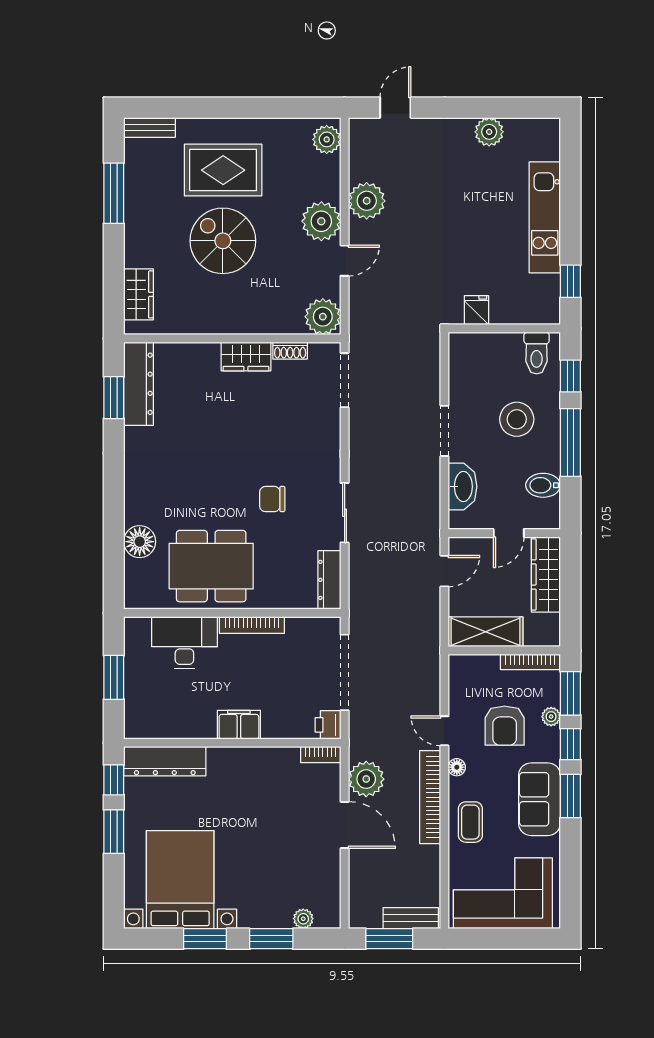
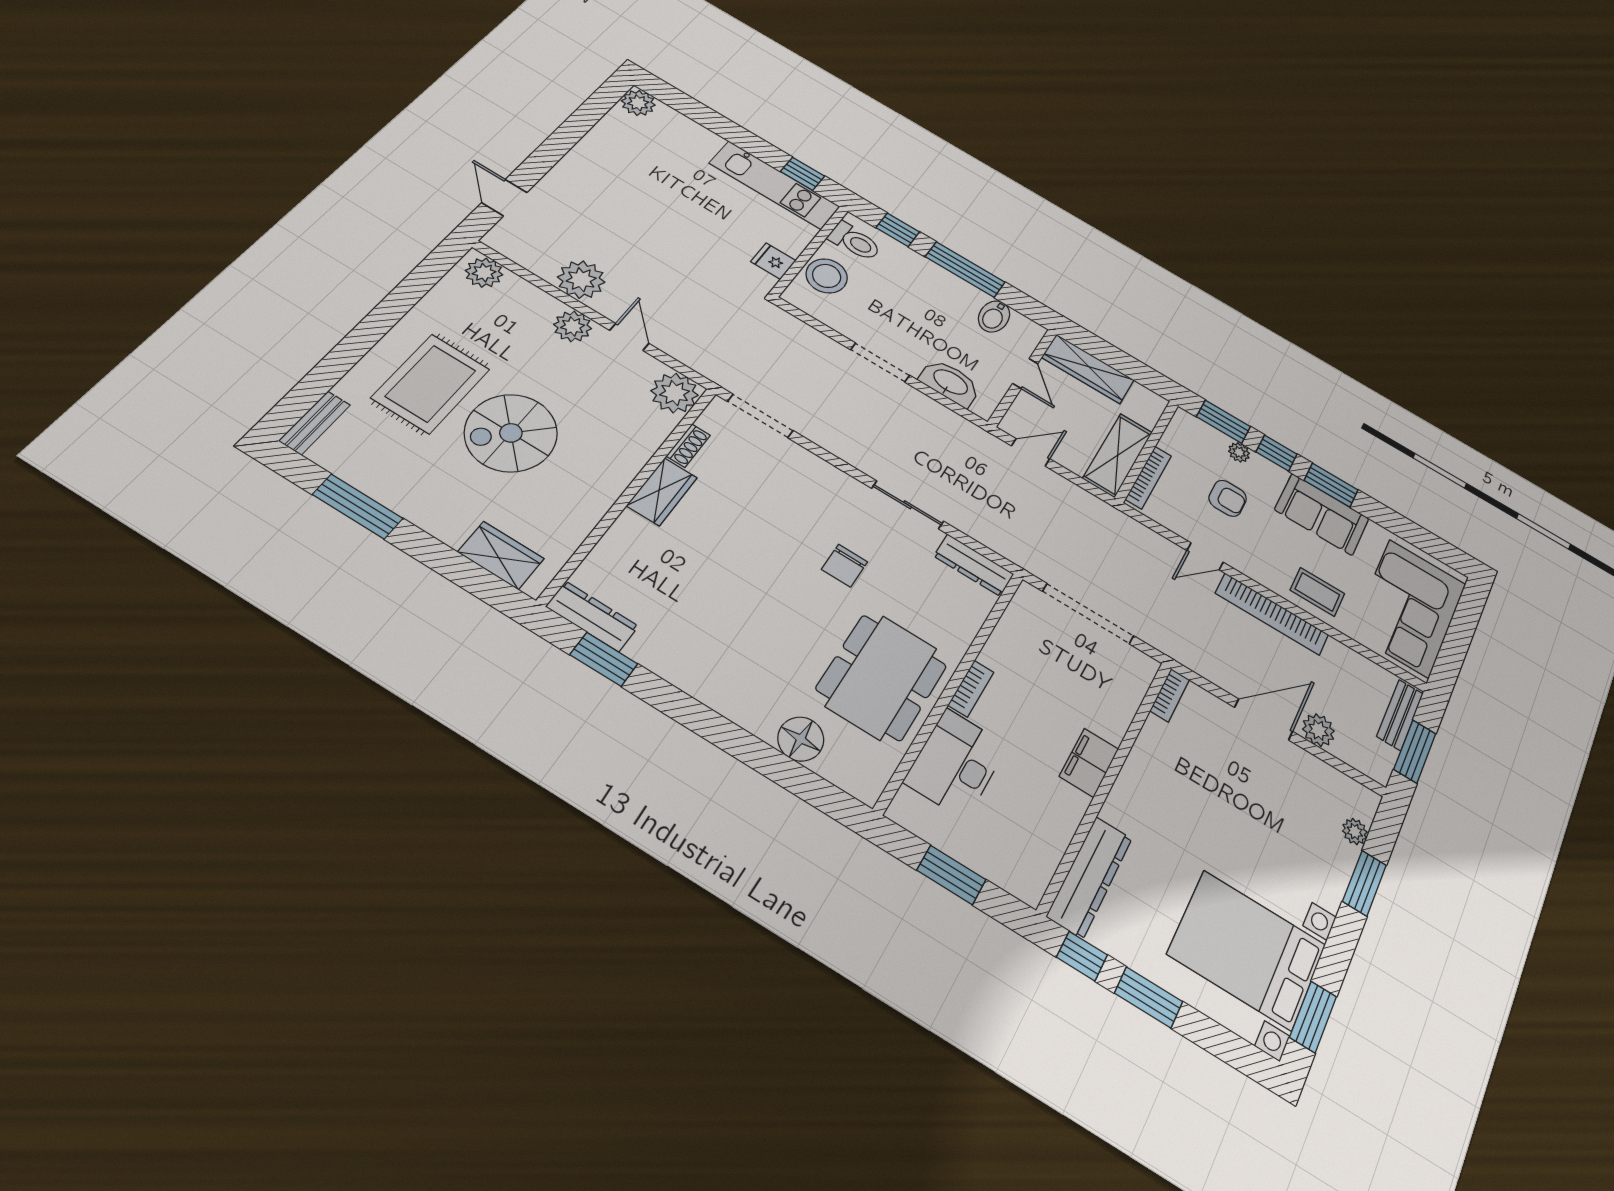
plant: (489, 132) -> (638, 103), moved
kitchen unit: (545, 217) -> (775, 185), moved
plant: (321, 221) -> (573, 326), width x0.73, depth x0.73
dresser: (139, 384) -> (592, 616), width x0.73, depth x0.80
stool: (517, 419) -> (827, 276), moved
door: (444, 571) -> (1031, 452), hinge flipped
bookcase: (252, 625) -> (971, 689), width x0.64
bookcase: (530, 662) -> (1148, 477), moved
printer: (328, 725) -> (1139, 667), removed
armchair: (505, 726) -> (1228, 498), width x0.72, depth x0.72
floor lamp: (457, 767) -> (1251, 569), removed
plant: (366, 779) -> (1318, 730), moved, width x0.73, depth x0.73
window: (205, 939) -> (1313, 1017), moved

